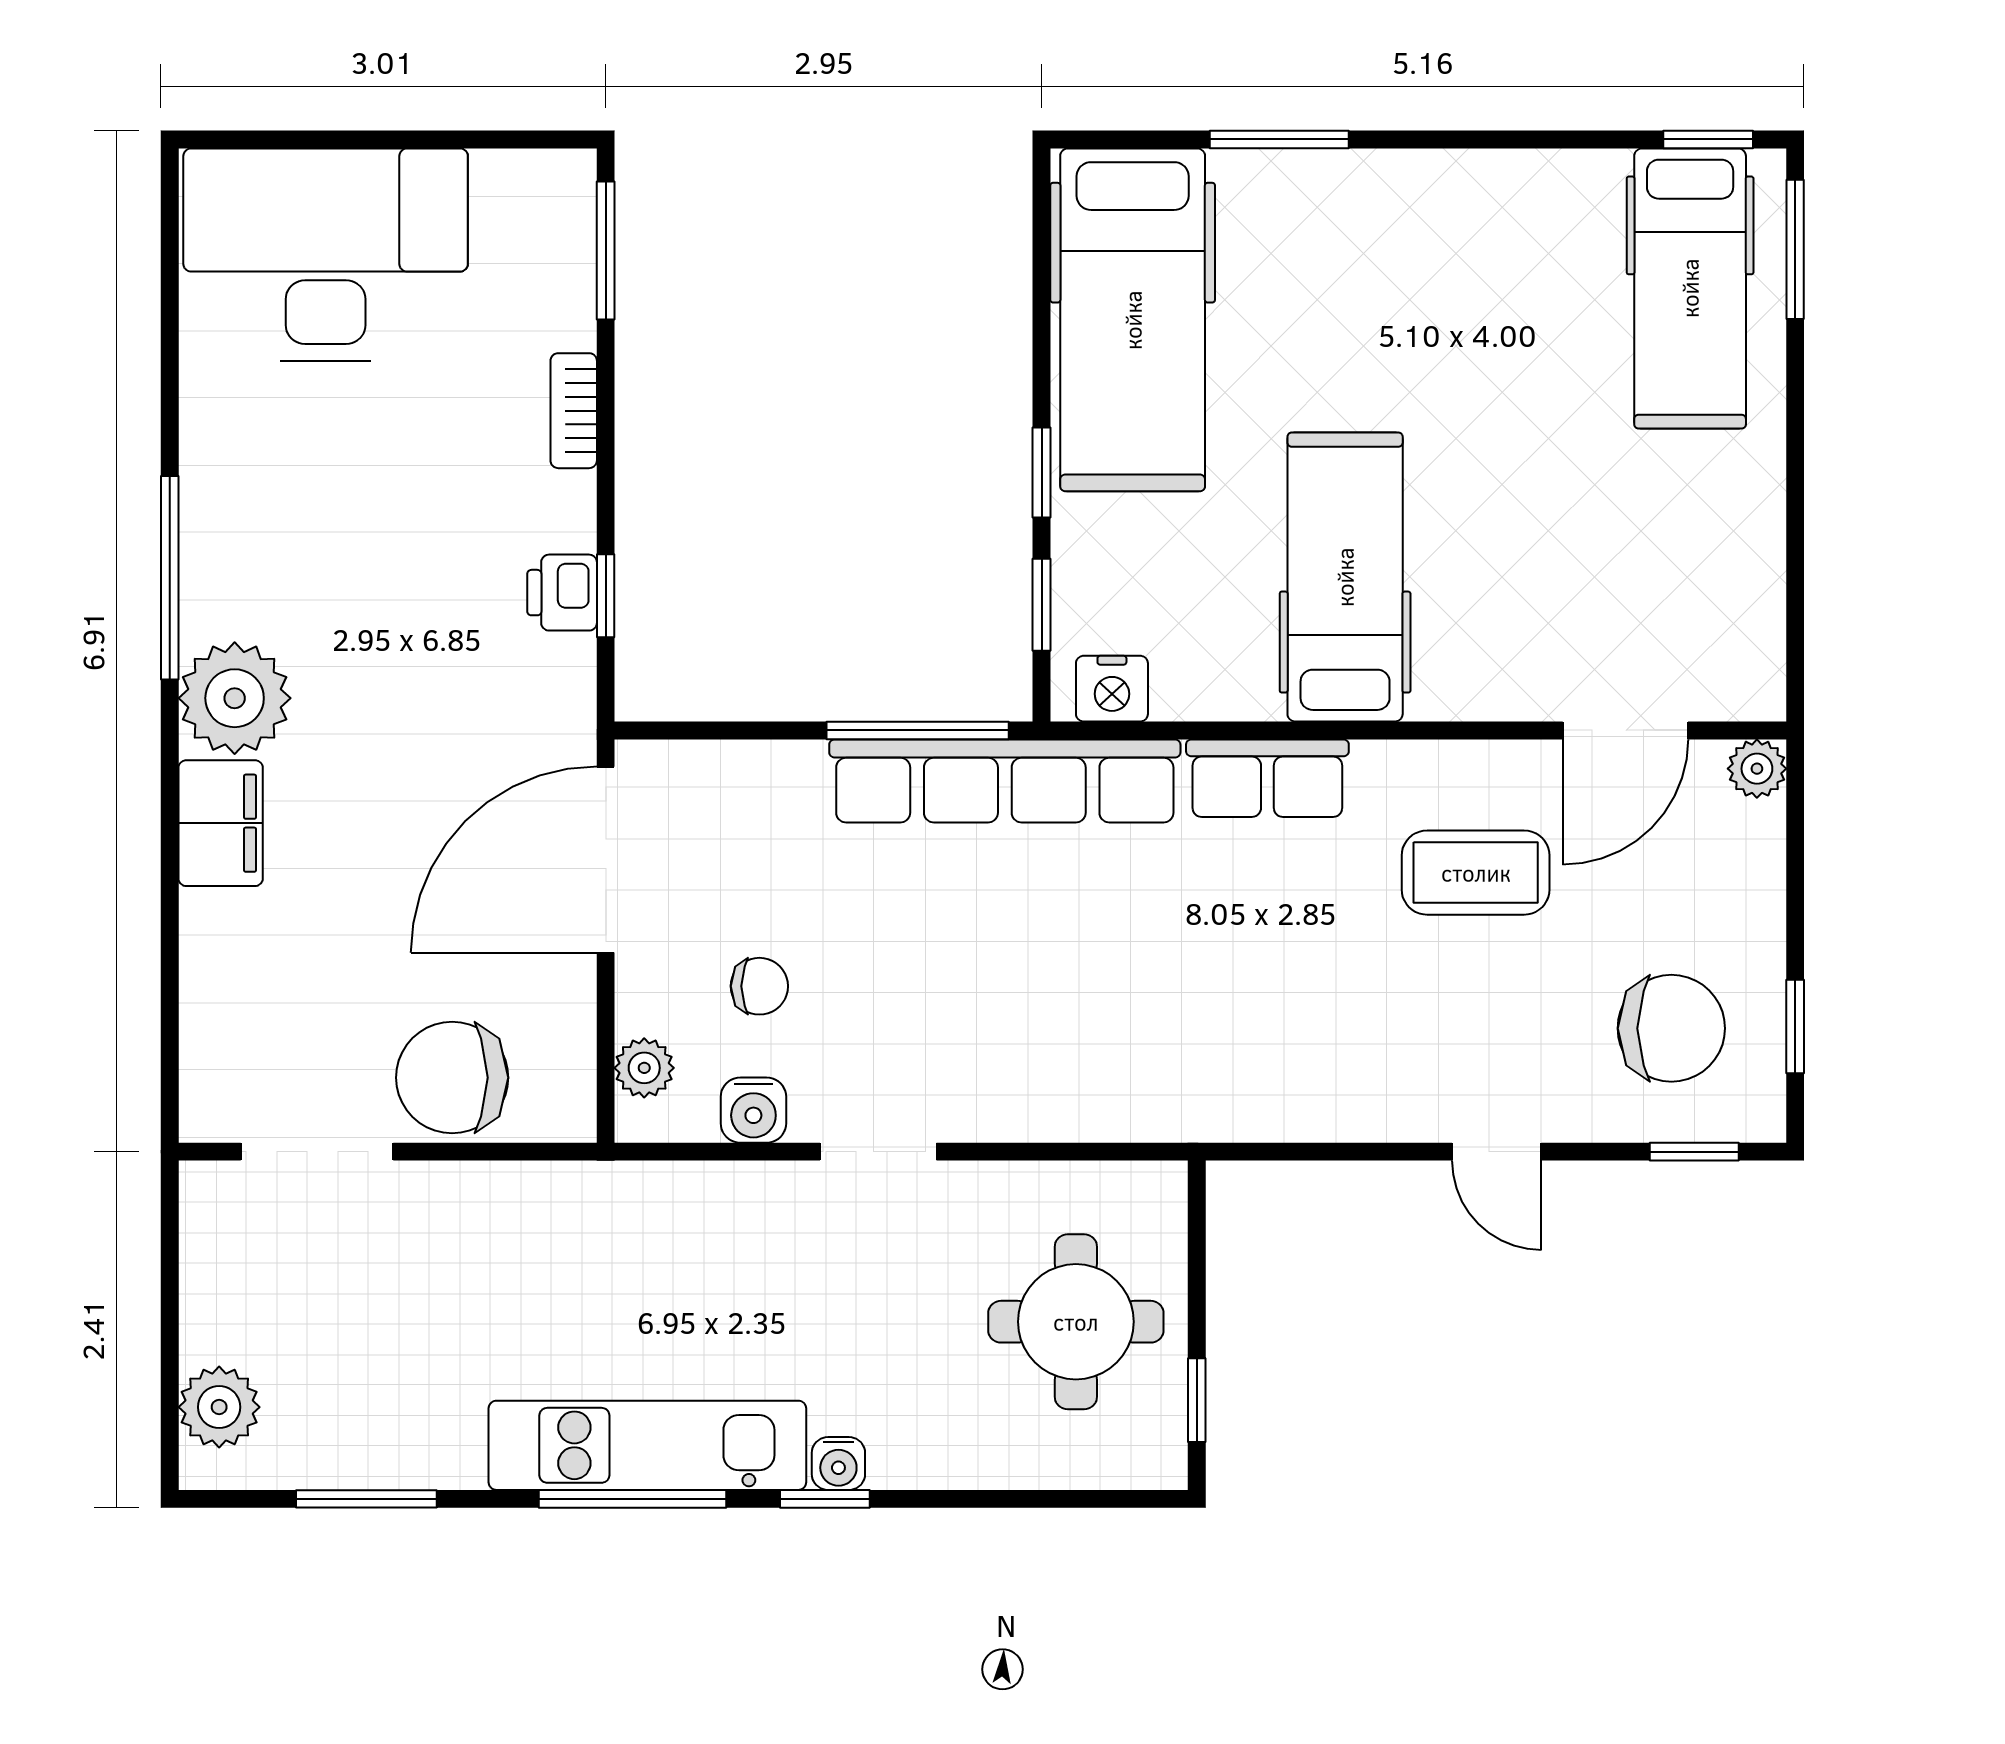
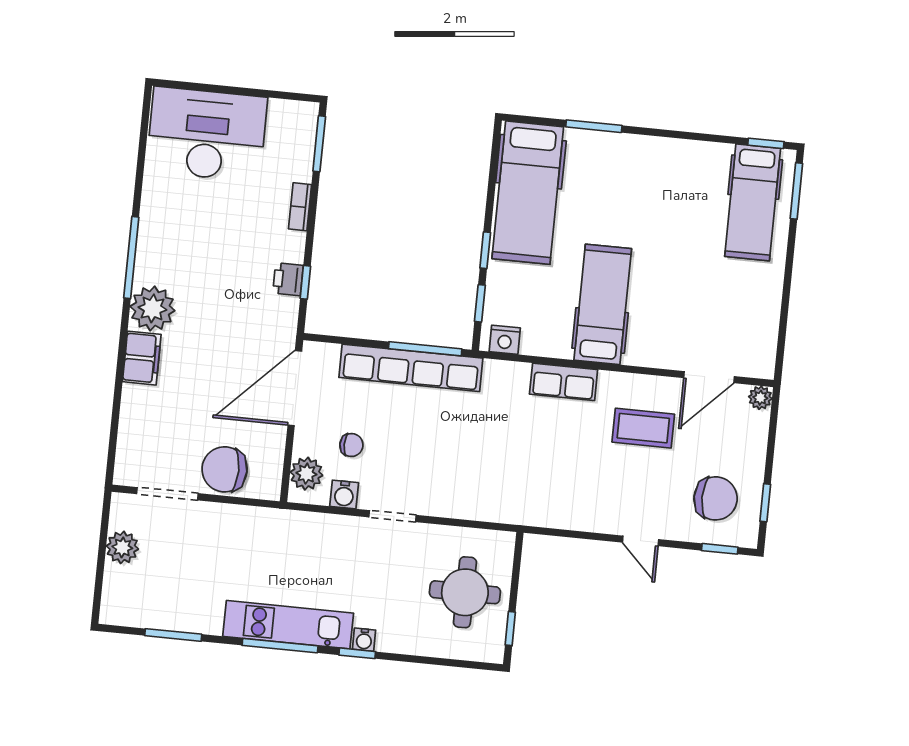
row of seats: (1005, 781) -> (411, 368), moved
plant: (644, 1068) -> (306, 474), width x1.38, depth x1.38
plant: (219, 1407) -> (122, 547), moved

